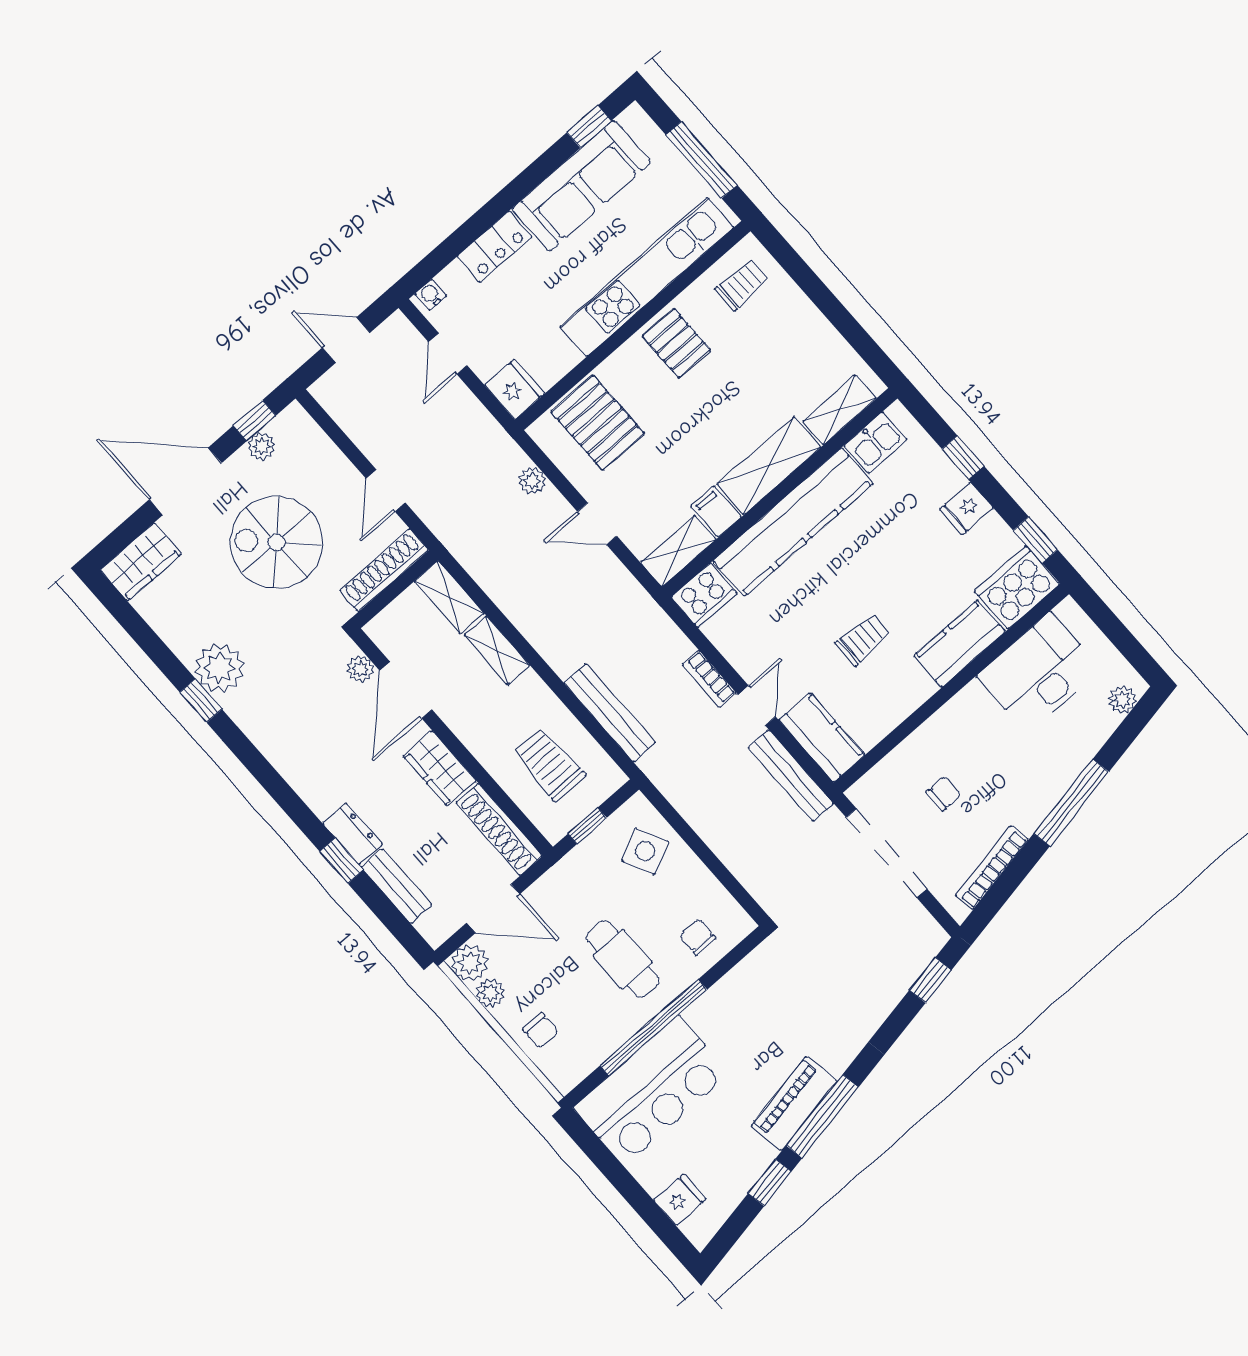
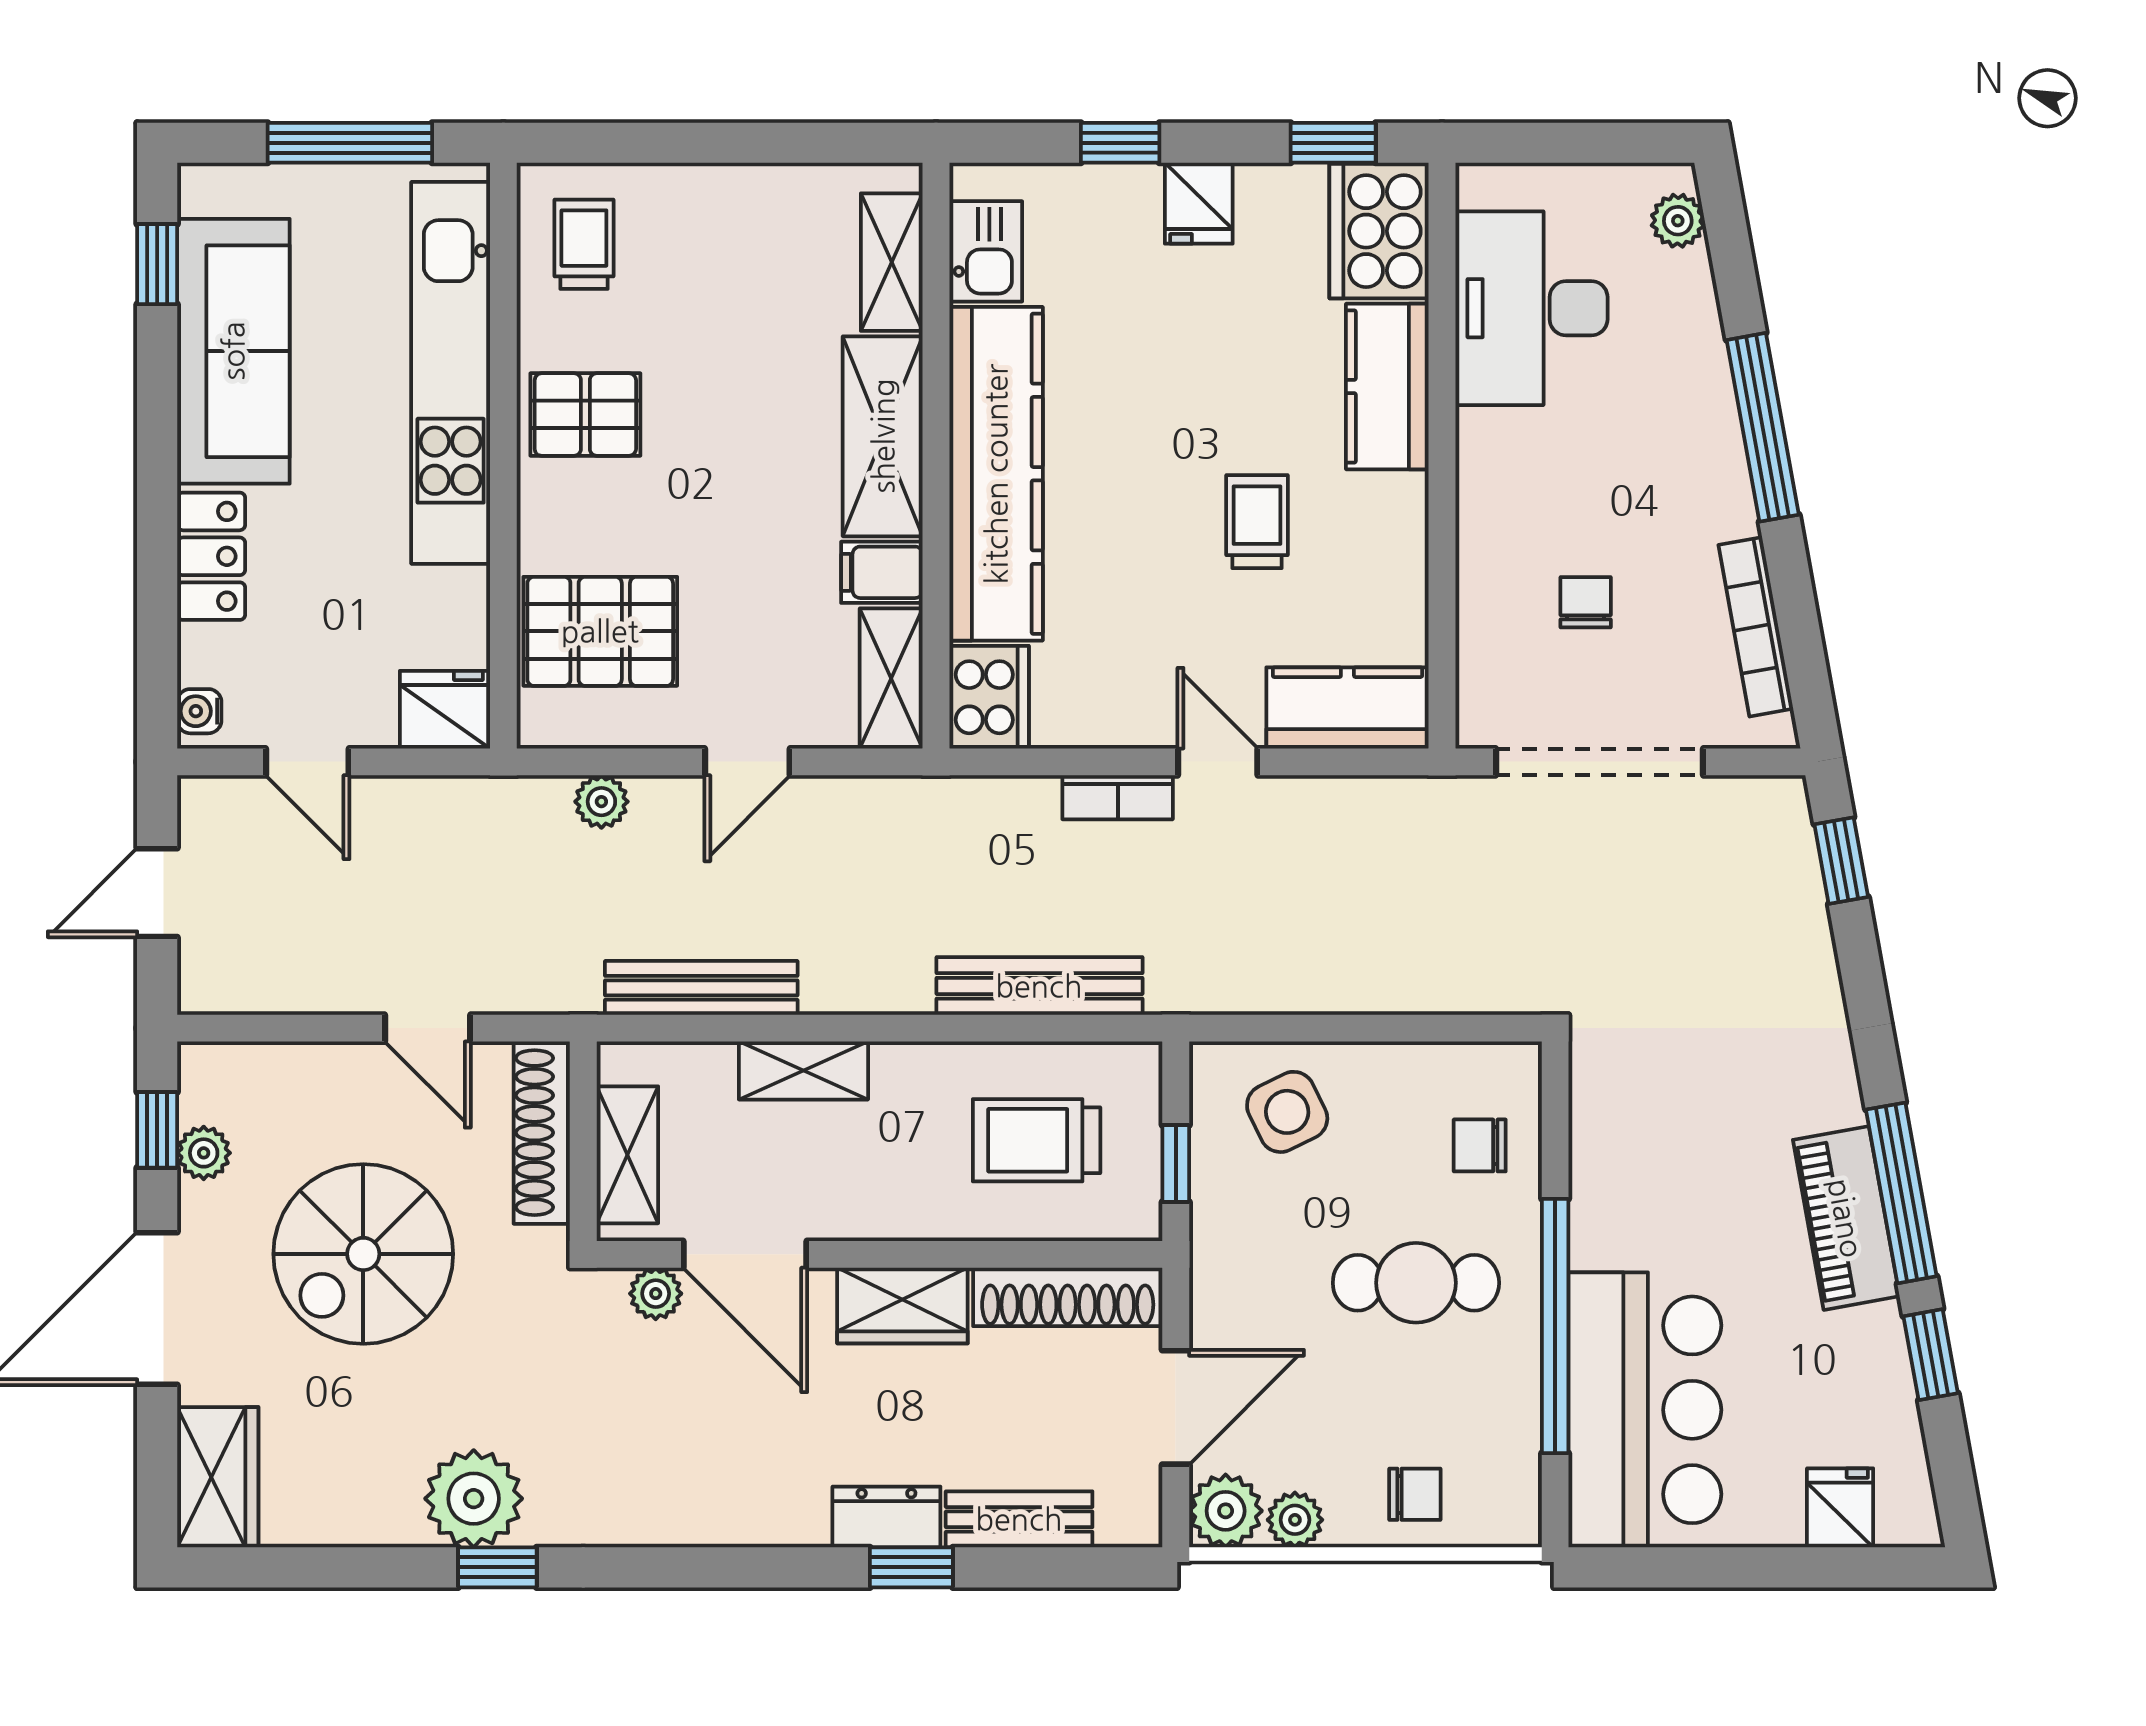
shelving: (449, 597) -> (627, 1155), moved, turned 90
bench: (791, 776) -> (701, 988), moved

